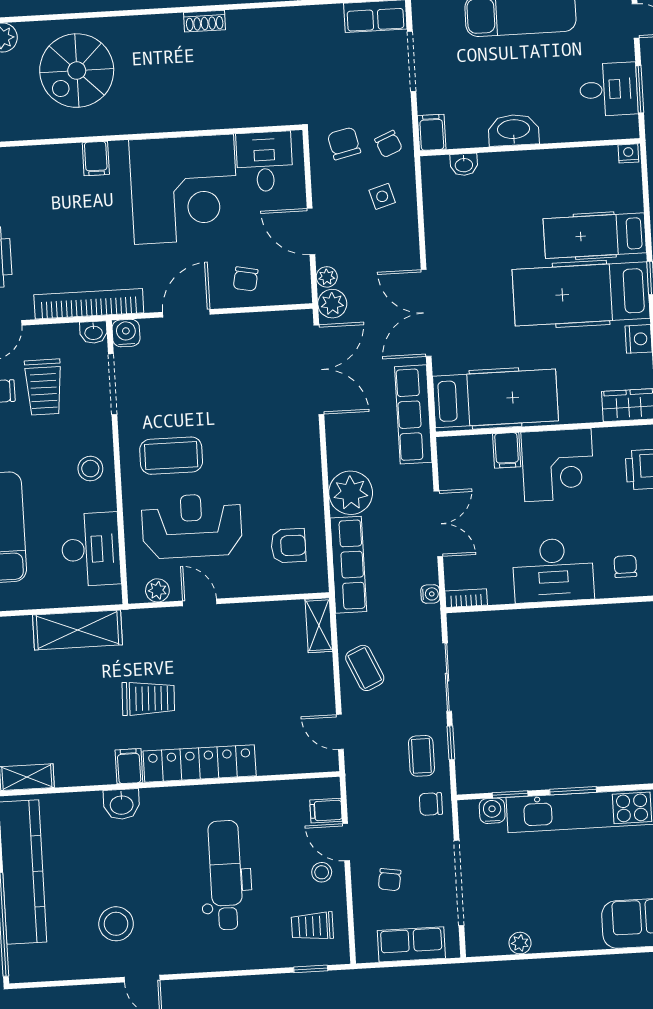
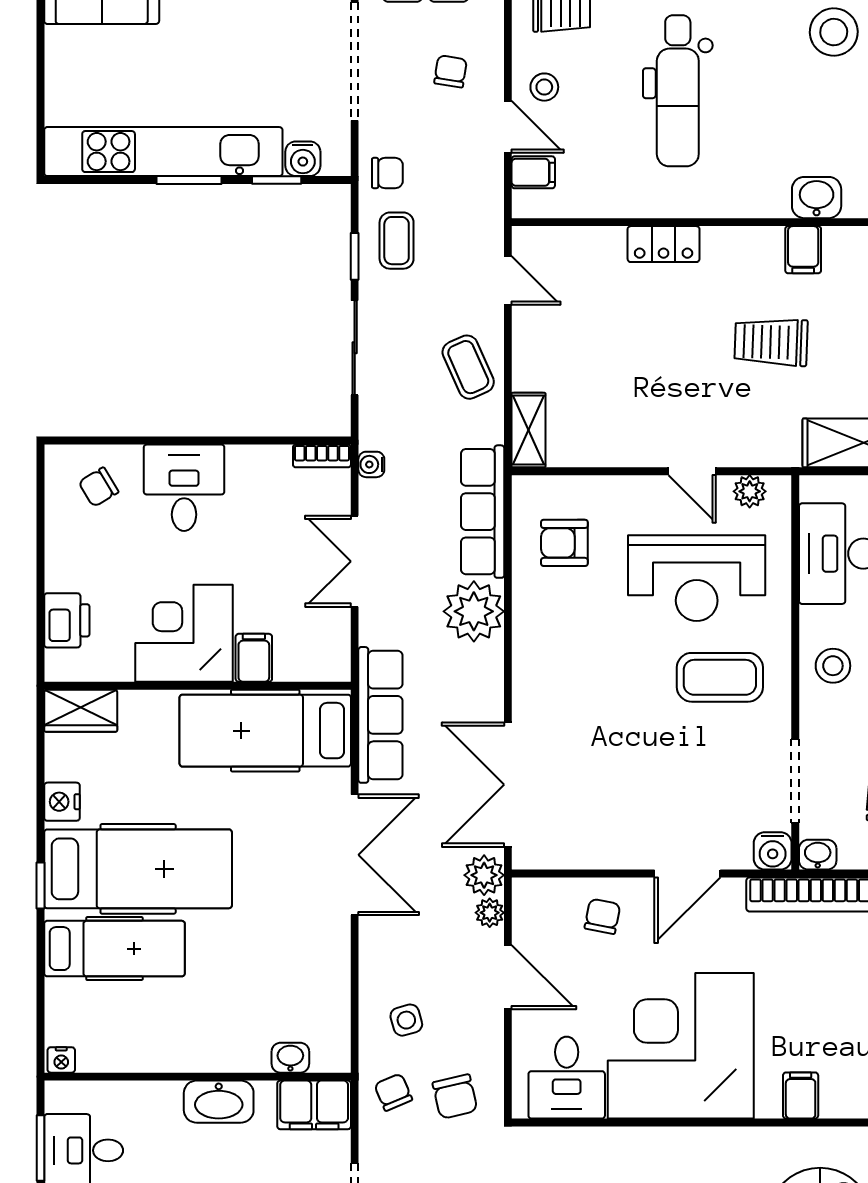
filing cabinet: (432, 132) -> (314, 1105), width x2.00
chair: (625, 566) -> (98, 487), turned 59
desk: (553, 570) -> (184, 488), width x0.73
locker: (200, 763) -> (664, 244), width x0.46, depth x0.83

